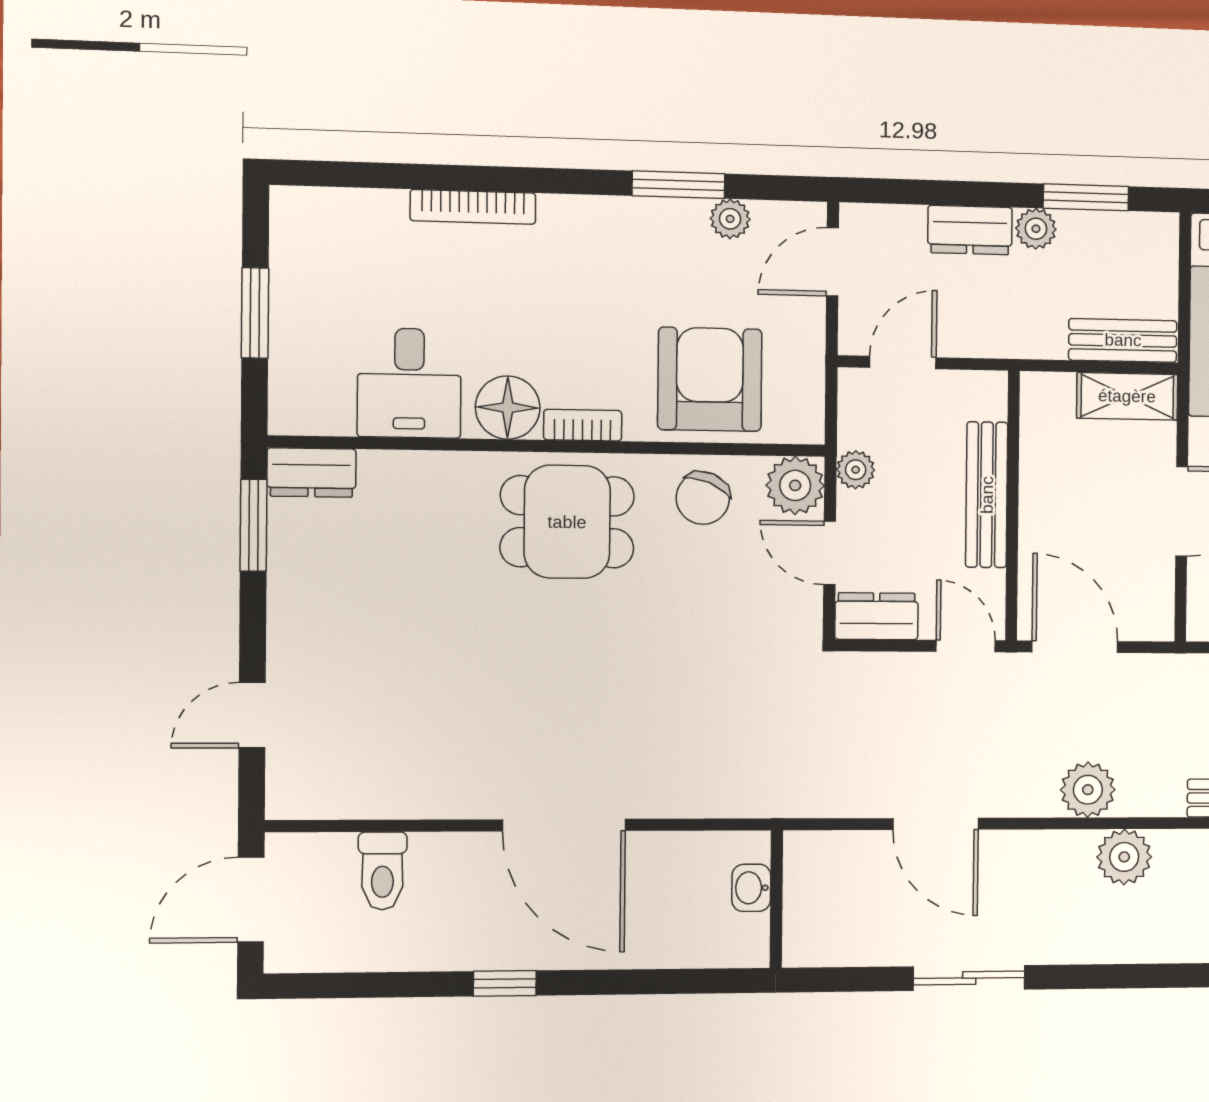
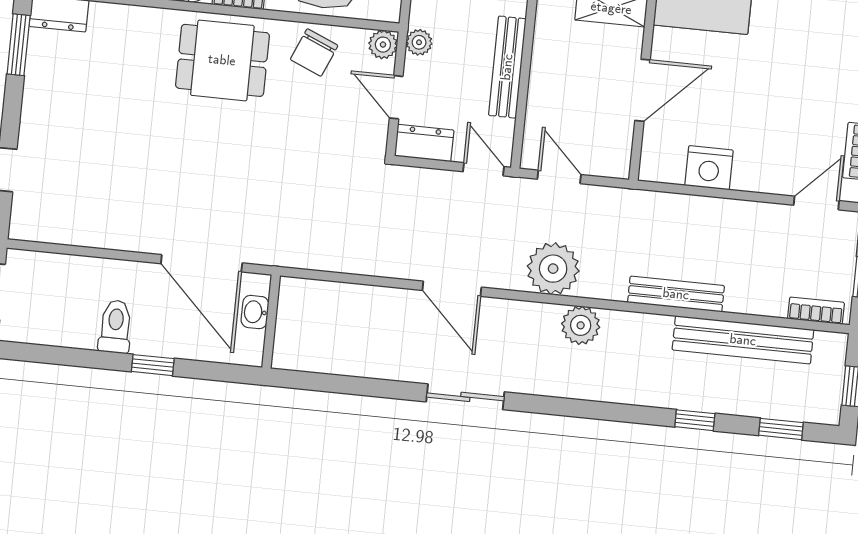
plant: (795, 485) -> (383, 45), width x0.73, depth x0.73
door: (1075, 647) -> (559, 177), width x0.73
plant: (1088, 790) -> (553, 269), width x1.36, depth x1.36
toilet: (382, 871) -> (115, 327), moved, turned 180
washbasin: (751, 888) -> (255, 312), moved
wall: (776, 899) -> (271, 322), moved

